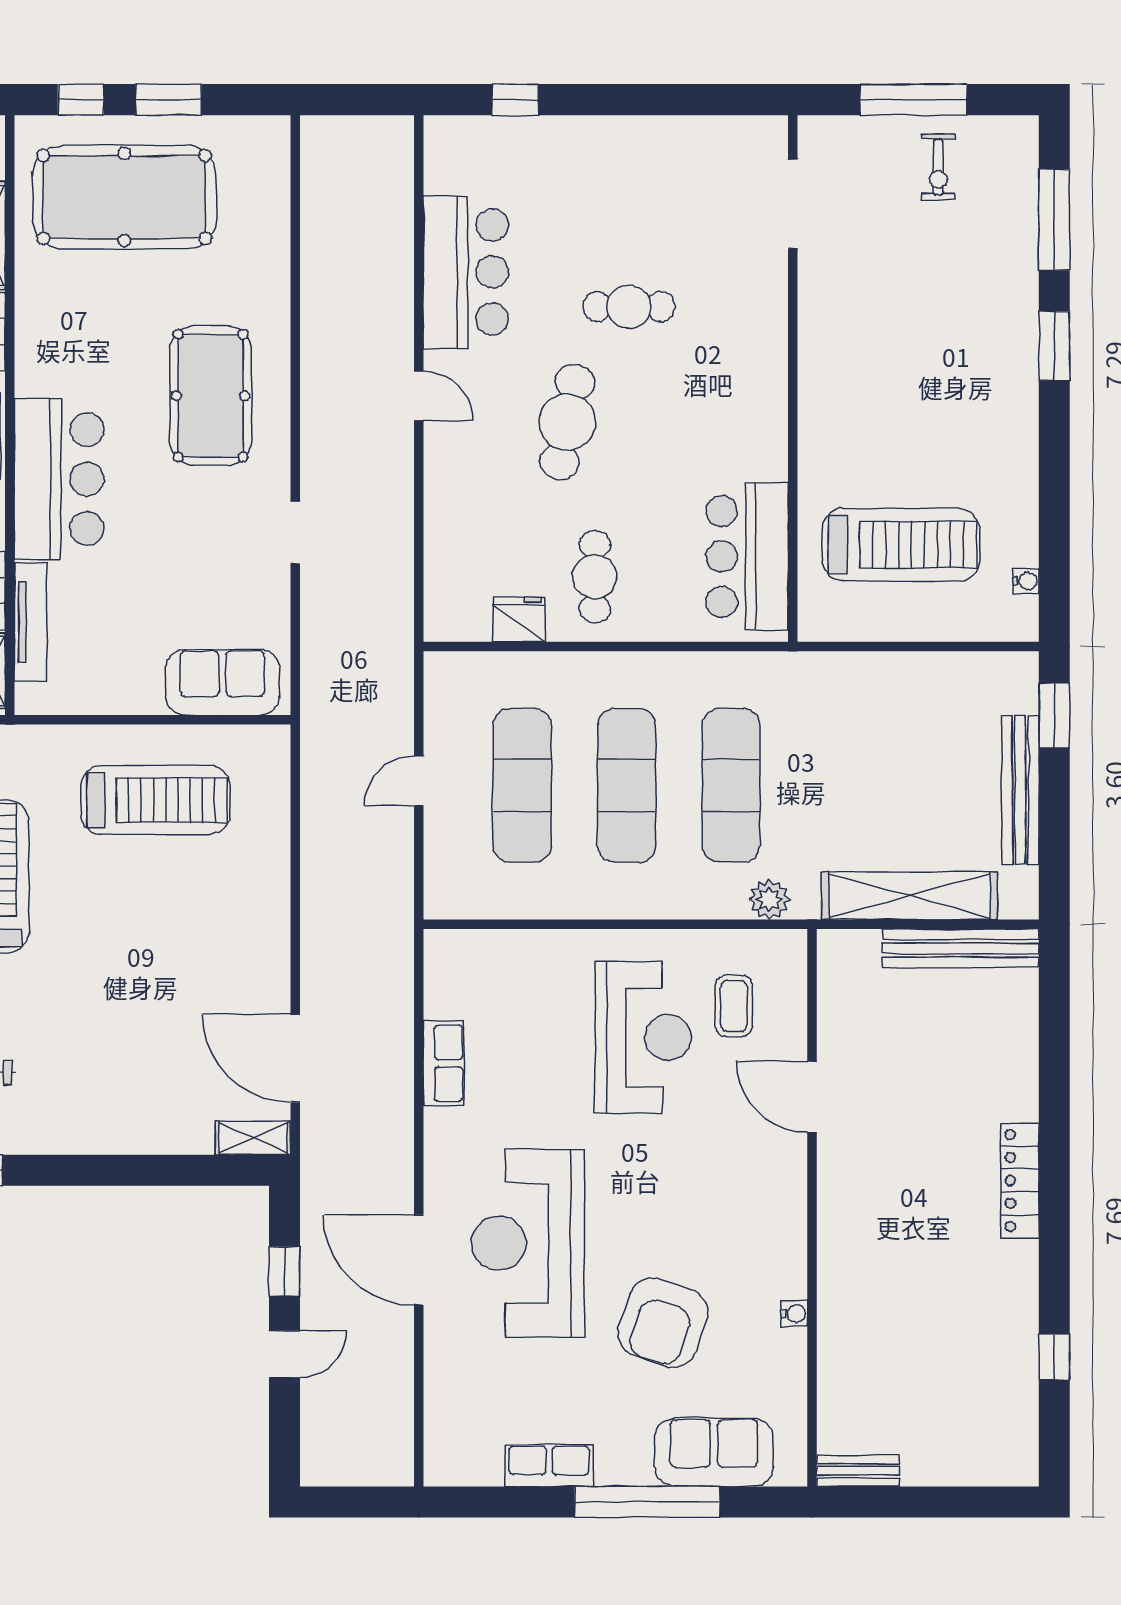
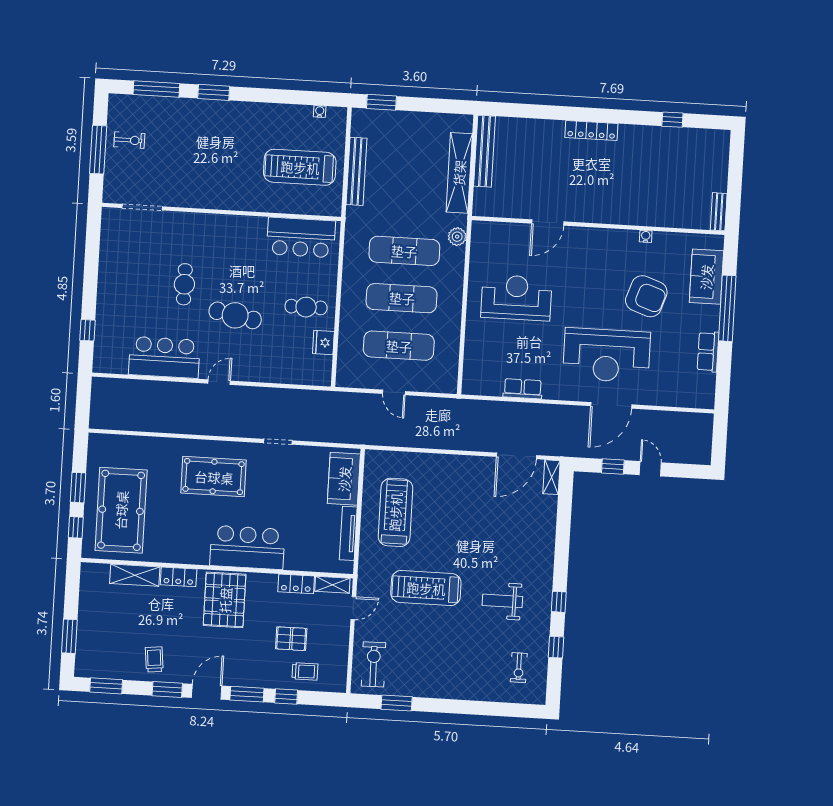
treadmill: (901, 545) -> (300, 167), turned -90
tv unit: (31, 622) -> (348, 533), moved, turned -90
bench: (1020, 790) -> (356, 171), moved, turned 90
coffee table: (734, 1006) -> (504, 256), removed

